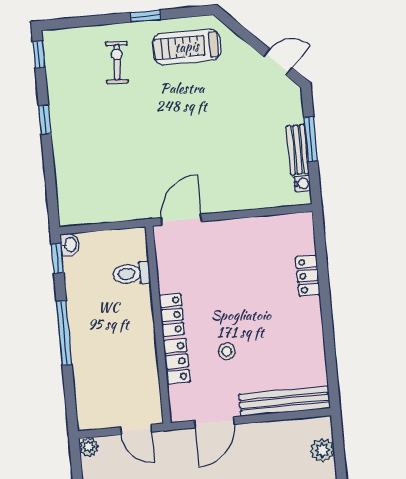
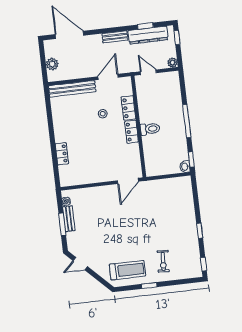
toilet: (132, 273) -> (150, 129), moved

